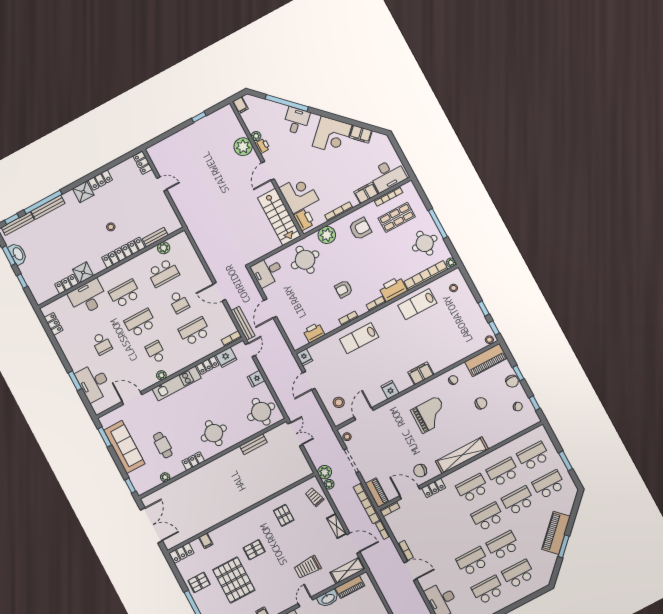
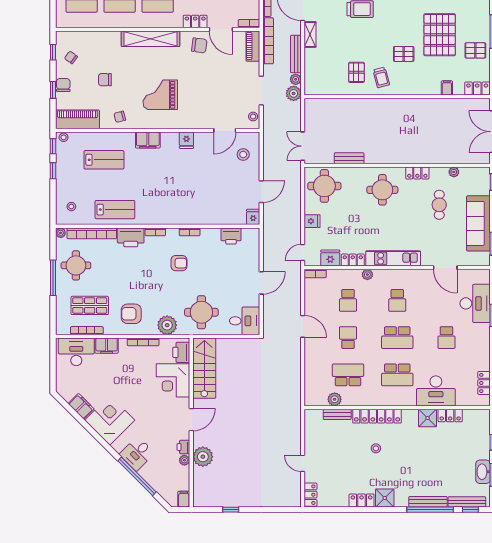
bench: (243, 323) -> (296, 54), moved
school desk: (194, 331) -> (348, 300), width x0.54
lab bench: (359, 338) -> (104, 160), moved
school desk: (102, 344) -> (446, 338), turned 180
plant: (161, 375) -> (367, 275), moved
trolley: (314, 497) -> (381, 77), moved

